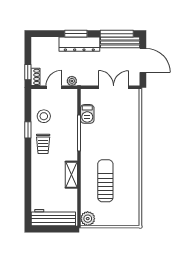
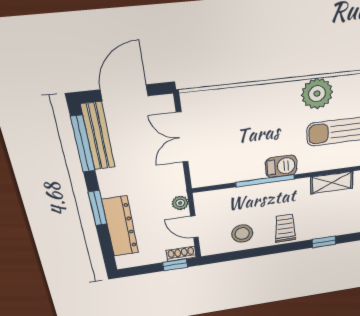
dresser: (79, 44) -> (120, 226), moved
barbecue: (87, 114) -> (281, 166), moved
window: (28, 130) -> (324, 242), moved
trolley: (43, 144) -> (285, 228), turned -90
plant: (130, 166) -> (317, 94), added

